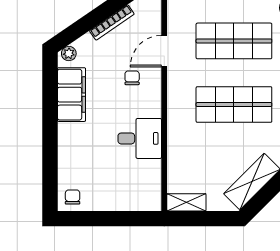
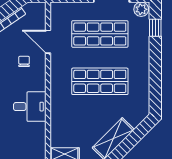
door: (164, 51) -> (48, 42), hinge flipped

